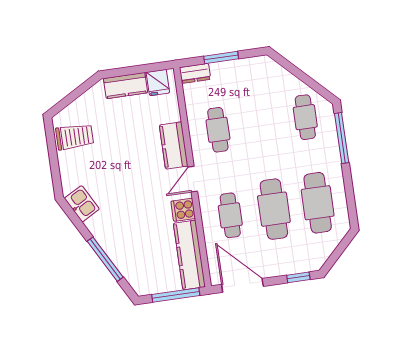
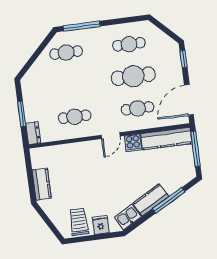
fridge: (158, 83) -> (101, 225), moved, turned -90
kitchen counter: (174, 145) -> (151, 200), moved, turned 151
door: (193, 179) -> (111, 136), hinge flipped
cafe table: (318, 203) -> (129, 44), width x0.73, depth x0.74

